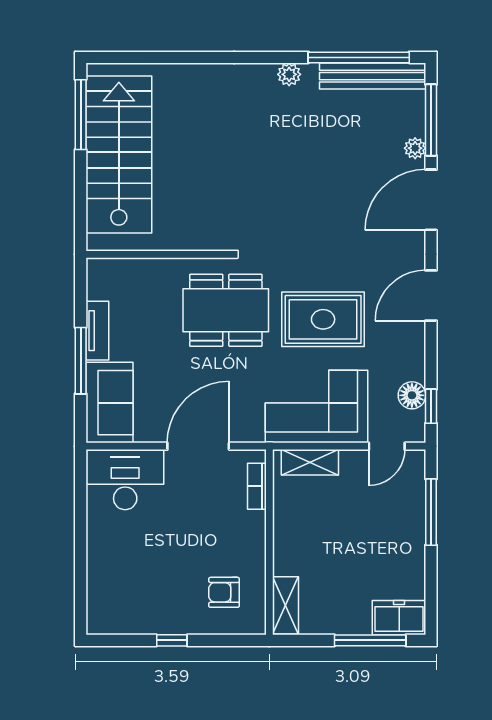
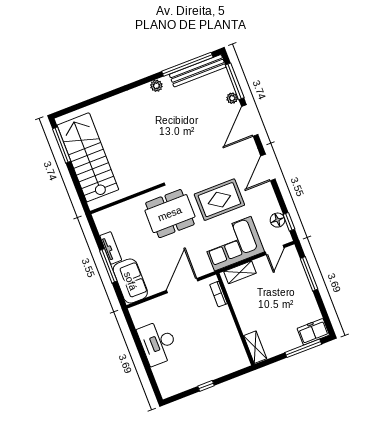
desk: (125, 480) -> (158, 343), moved, turned -90
armchair: (224, 592) -> (223, 352), removed

